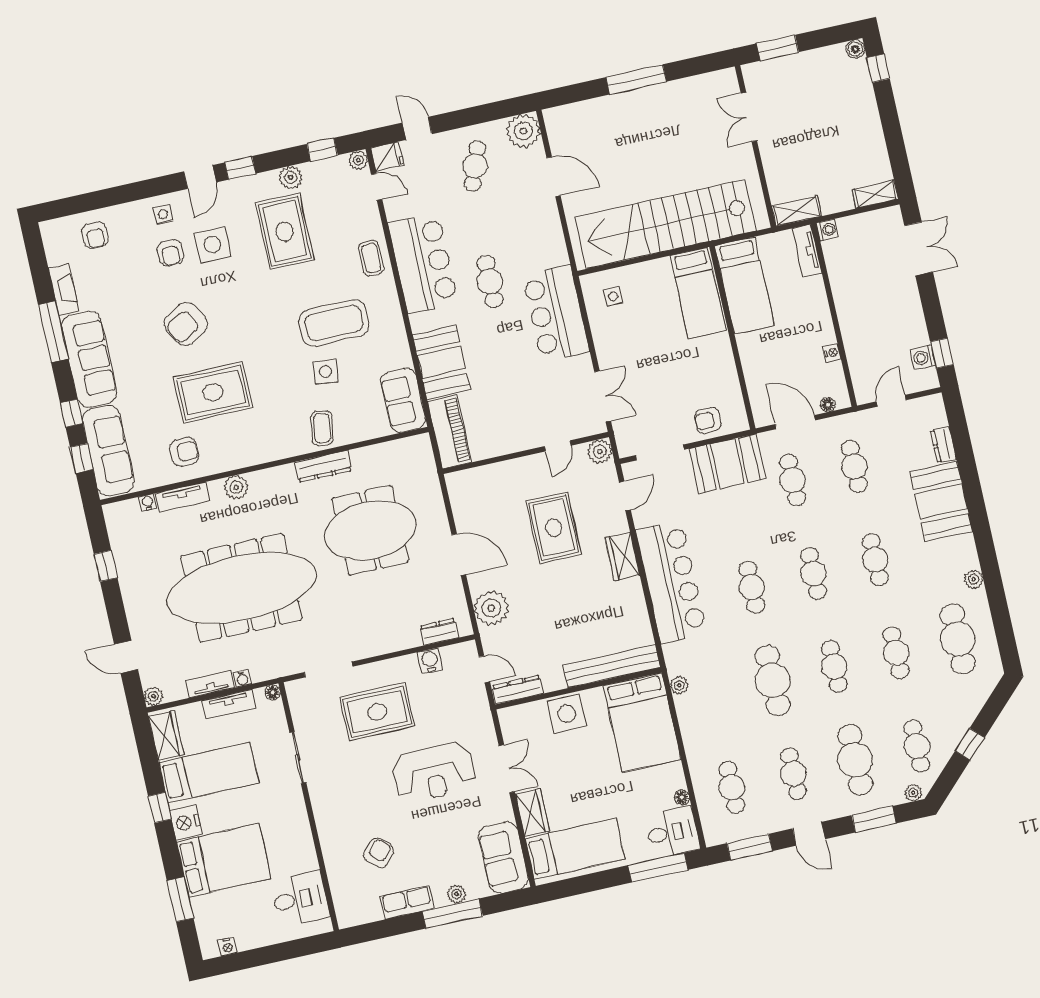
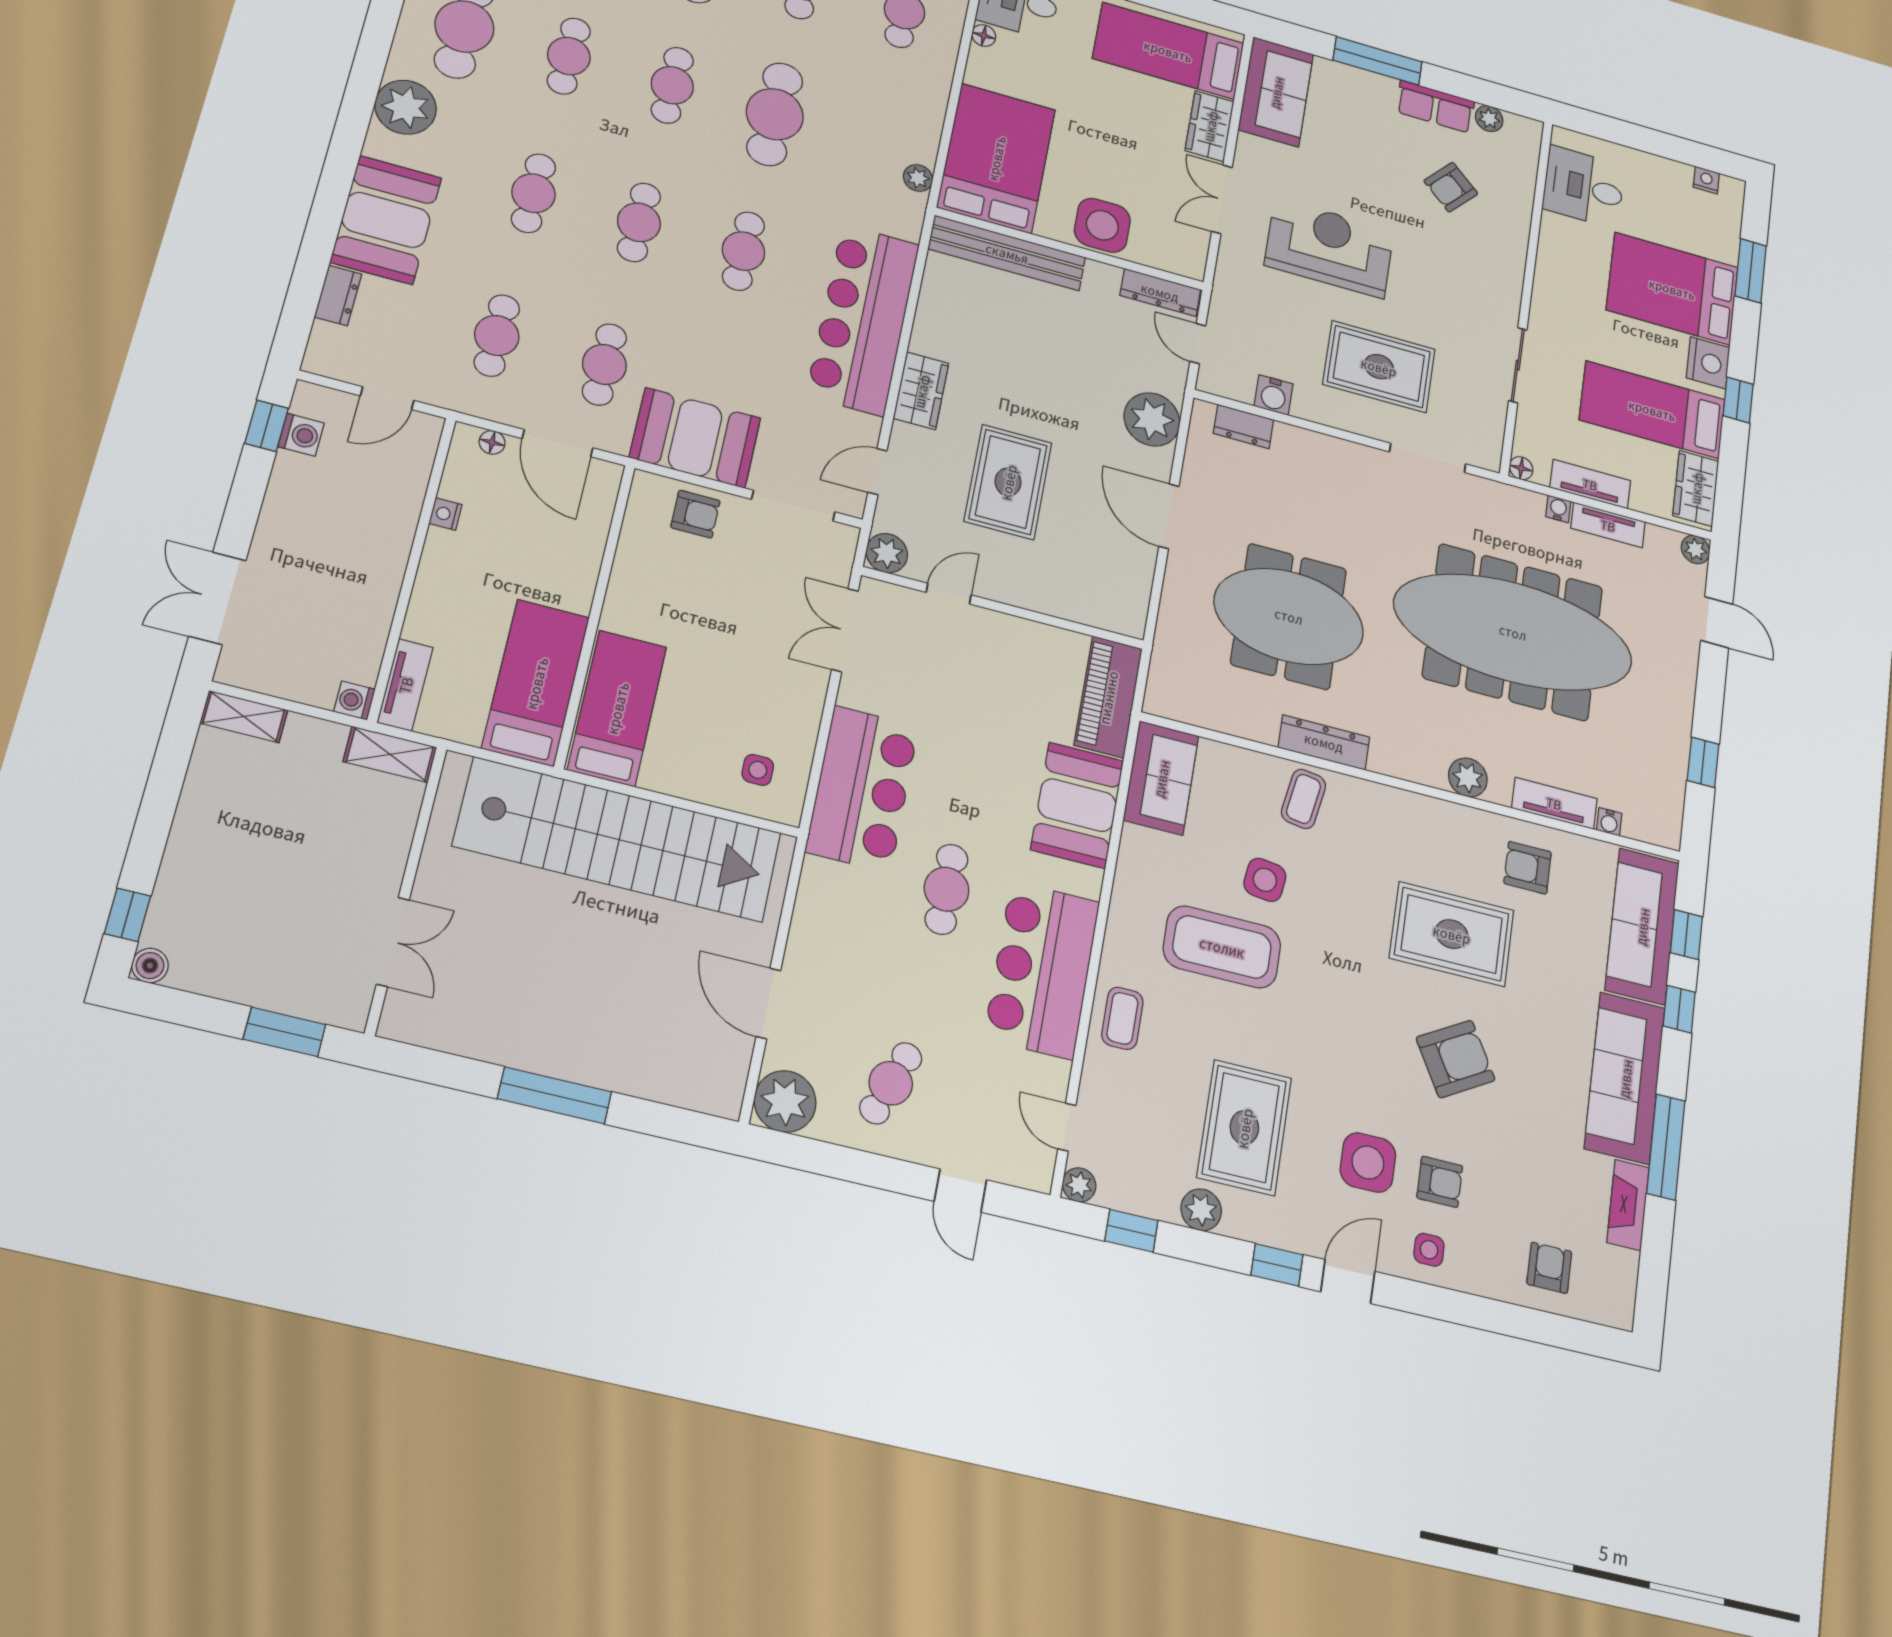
fridge: (387, 157) -> (1029, 1168), removed
armchair: (170, 253) -> (1440, 1182), turned 90
plant: (974, 579) -> (406, 107), width x1.88, depth x1.88
plant: (457, 894) -> (1489, 119), moved

